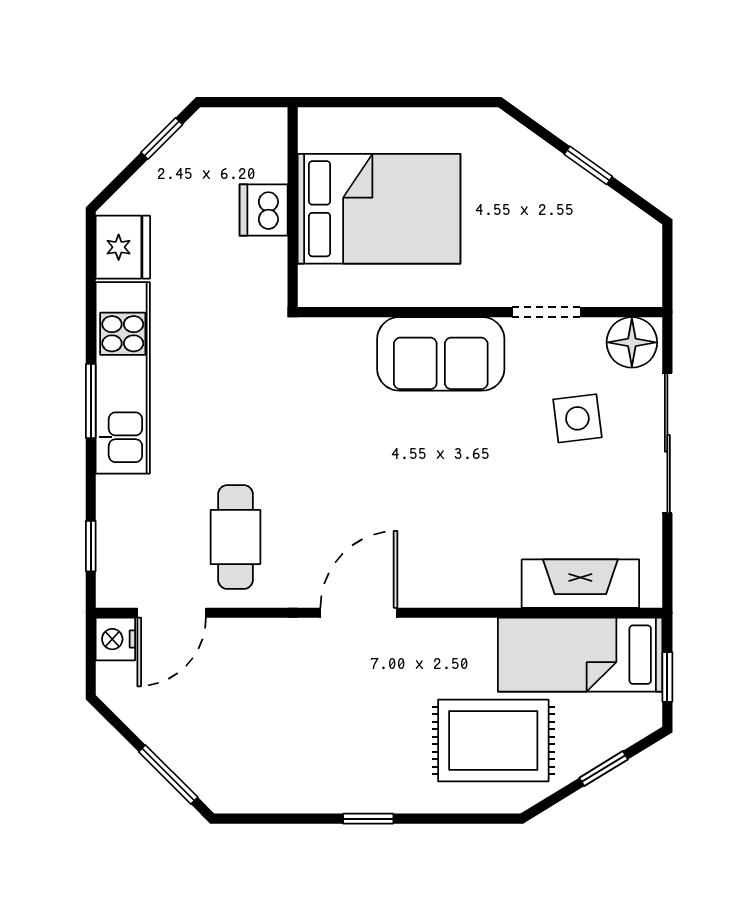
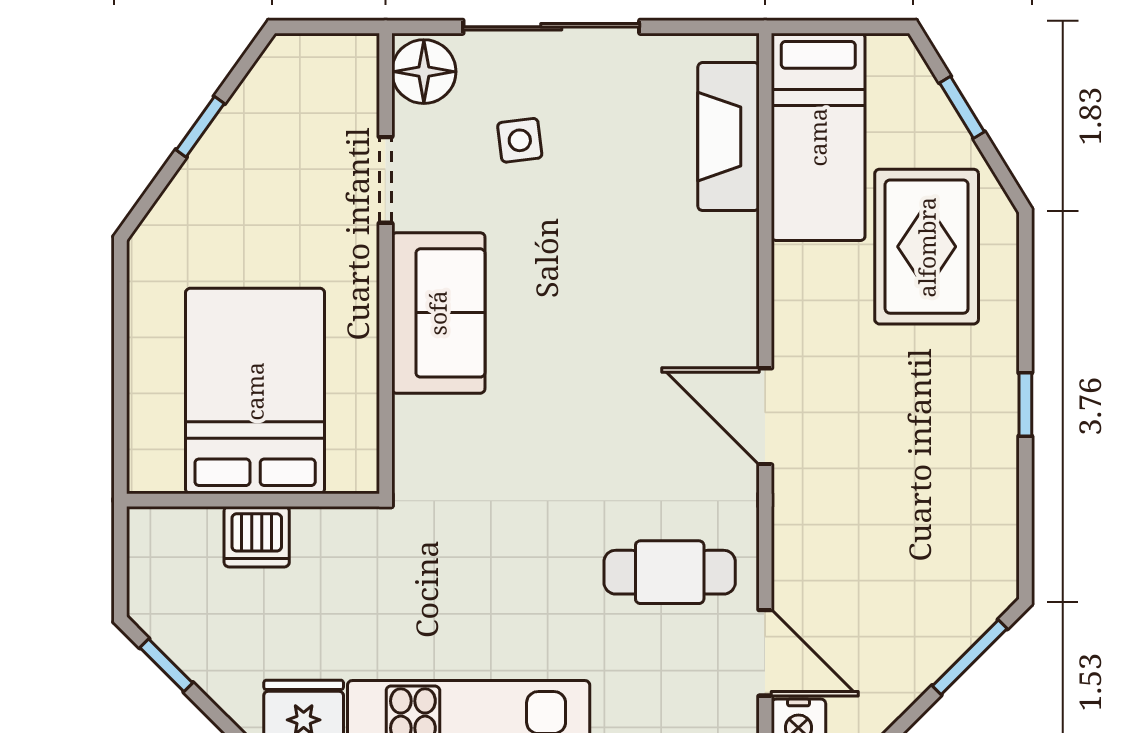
side table: (577, 418) -> (520, 140), width x0.73, depth x0.73
window: (667, 677) -> (846, 27), removed

